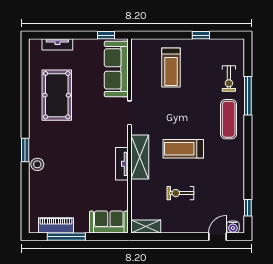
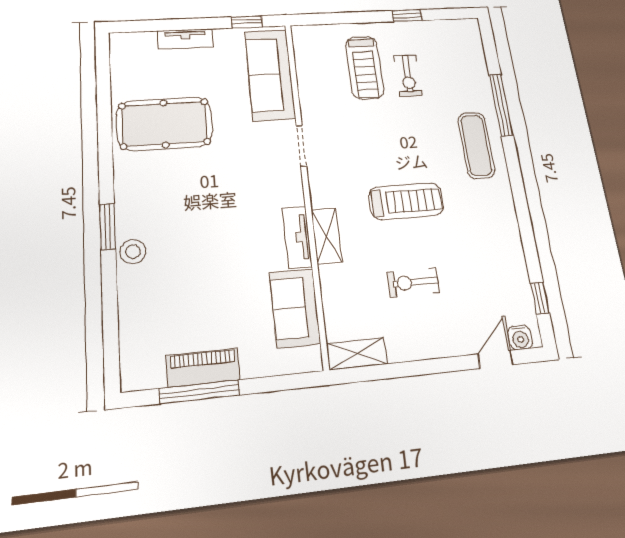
tv unit: (57, 44) -> (185, 39), moved
exercise bike: (229, 79) -> (408, 75), moved
pool table: (57, 95) -> (165, 124), turned 90
treadmill: (183, 149) -> (406, 201), turned 180
shelving: (140, 157) -> (327, 236), width x0.67, depth x0.75
sofa: (109, 222) -> (295, 308), moved, turned -90
piano: (56, 225) -> (203, 368), moved

